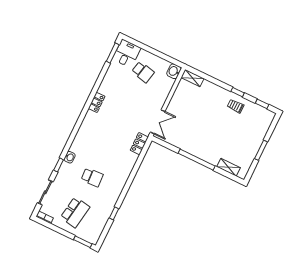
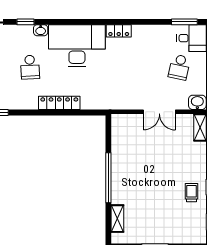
double door: (158, 122) -> (159, 112), moved
desk: (93, 137) -> (77, 46), added
locker: (139, 144) -> (59, 103), moved, width x1.53

